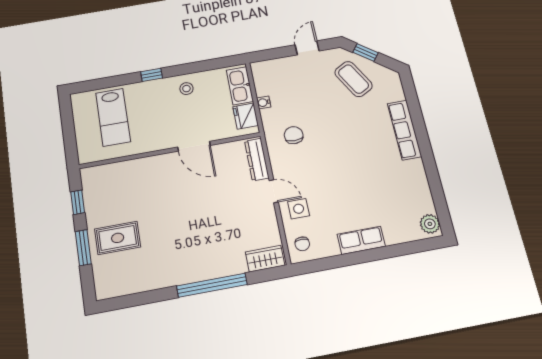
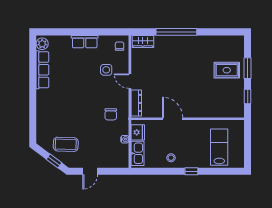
coffee table: (353, 79) -> (66, 144), turned -59
row of seats: (404, 130) -> (42, 70), moved
side table: (299, 209) -> (106, 70), moved

